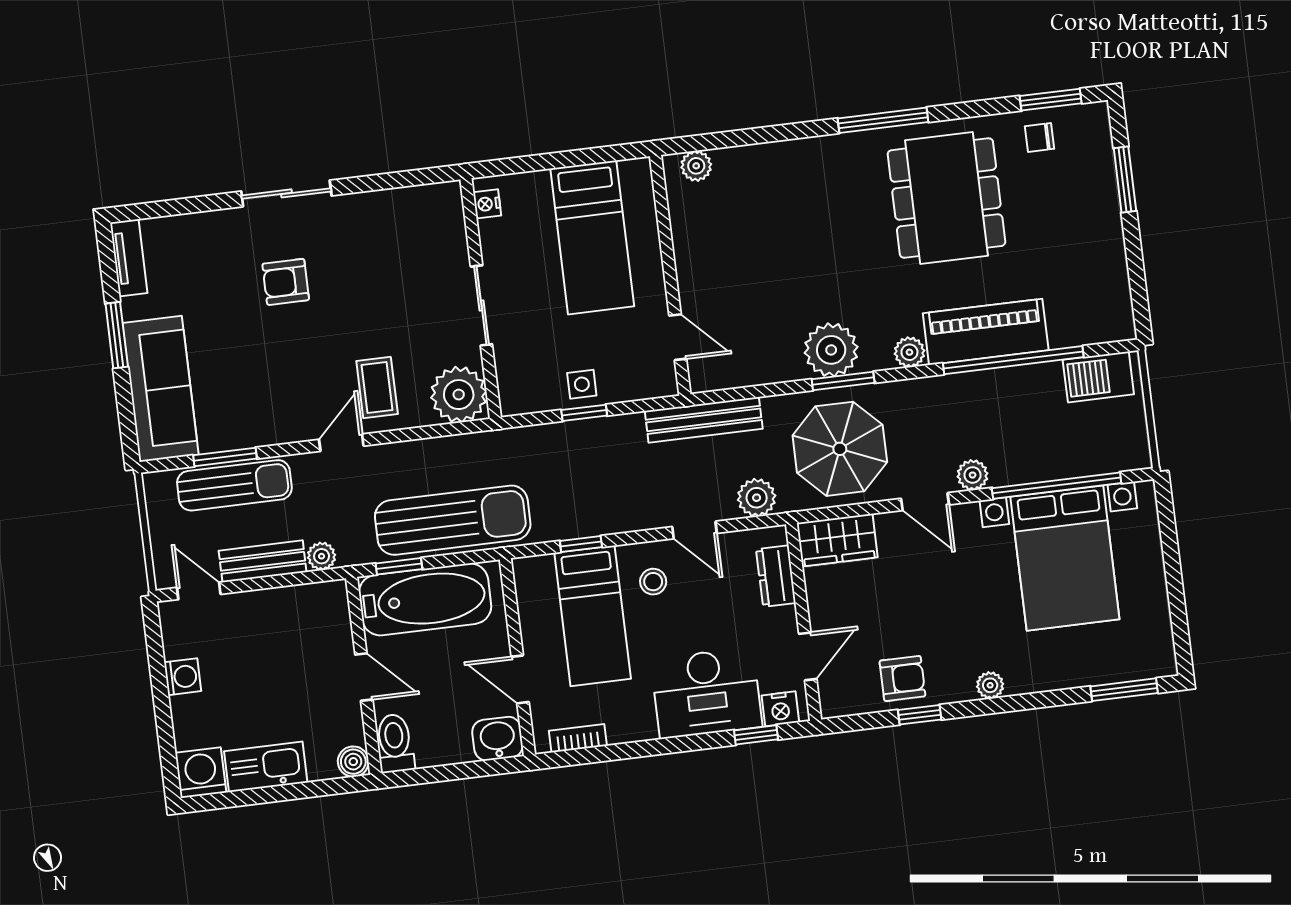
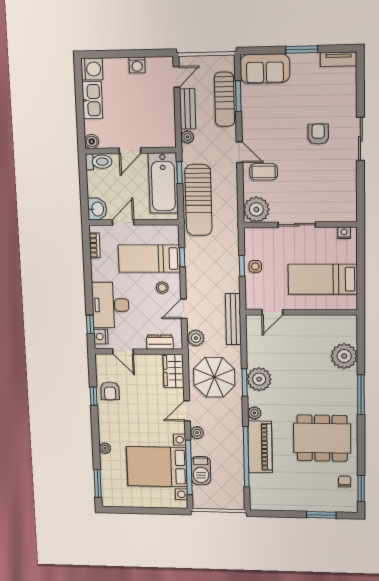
window: (883, 120) -> (361, 395), moved
plant: (696, 166) -> (344, 356), moved, width x1.88, depth x1.88
barbecue: (1098, 377) -> (201, 470), moved, turned 180
sofa: (161, 389) -> (265, 69), width x0.73
plant: (990, 685) -> (105, 448), moved

